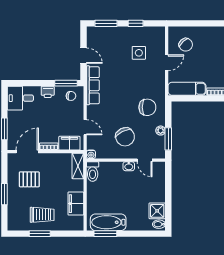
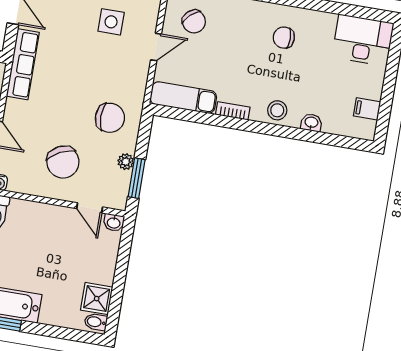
washbasin: (129, 166) -> (114, 223), moved

